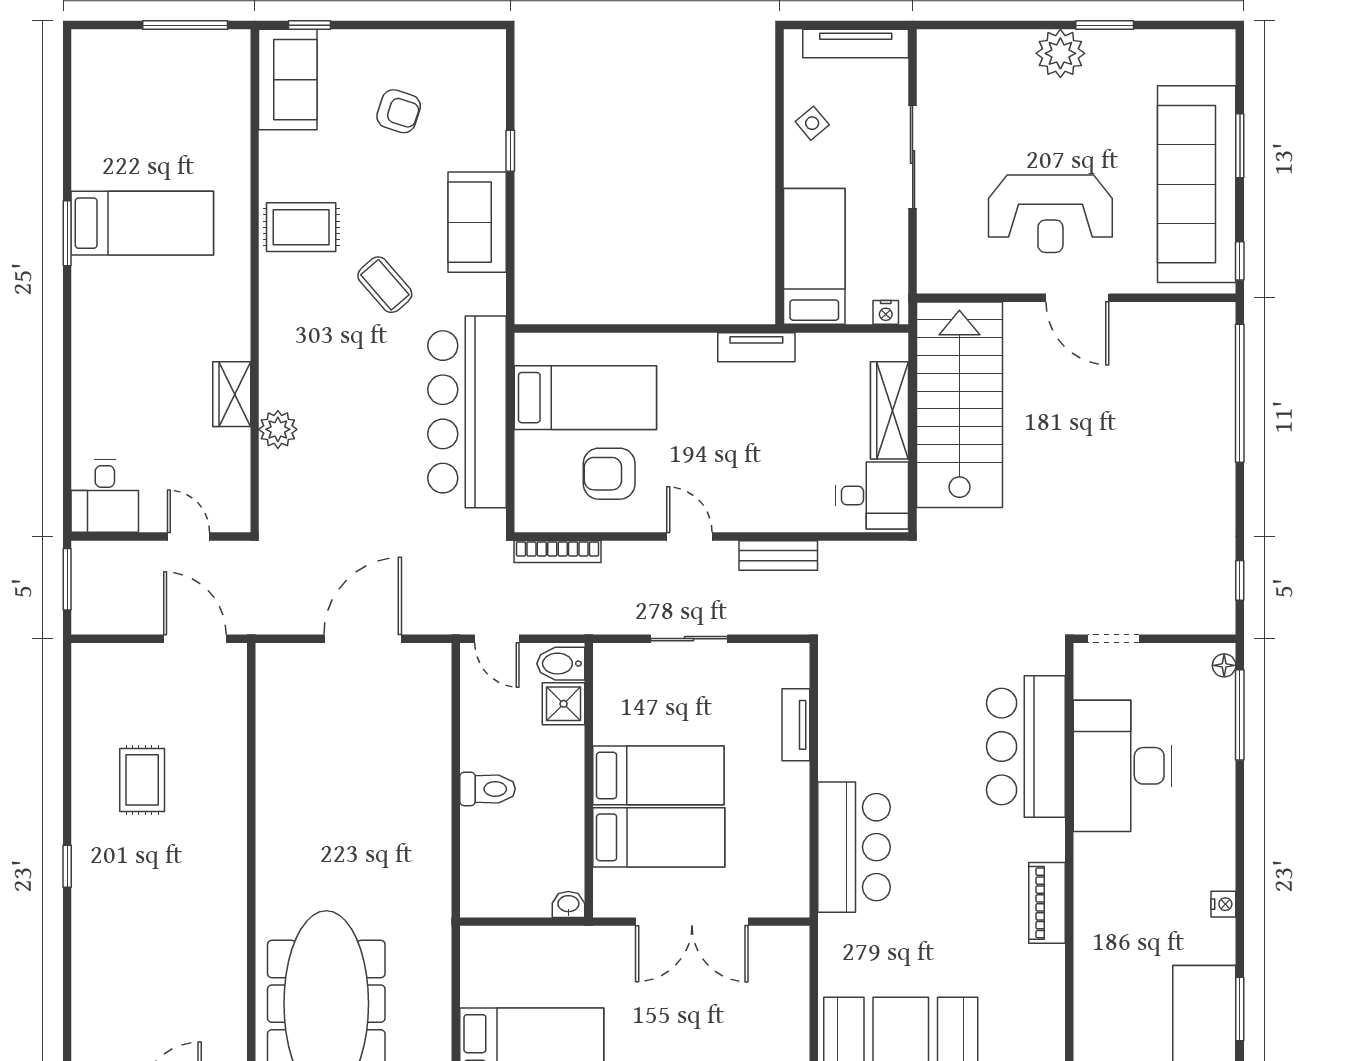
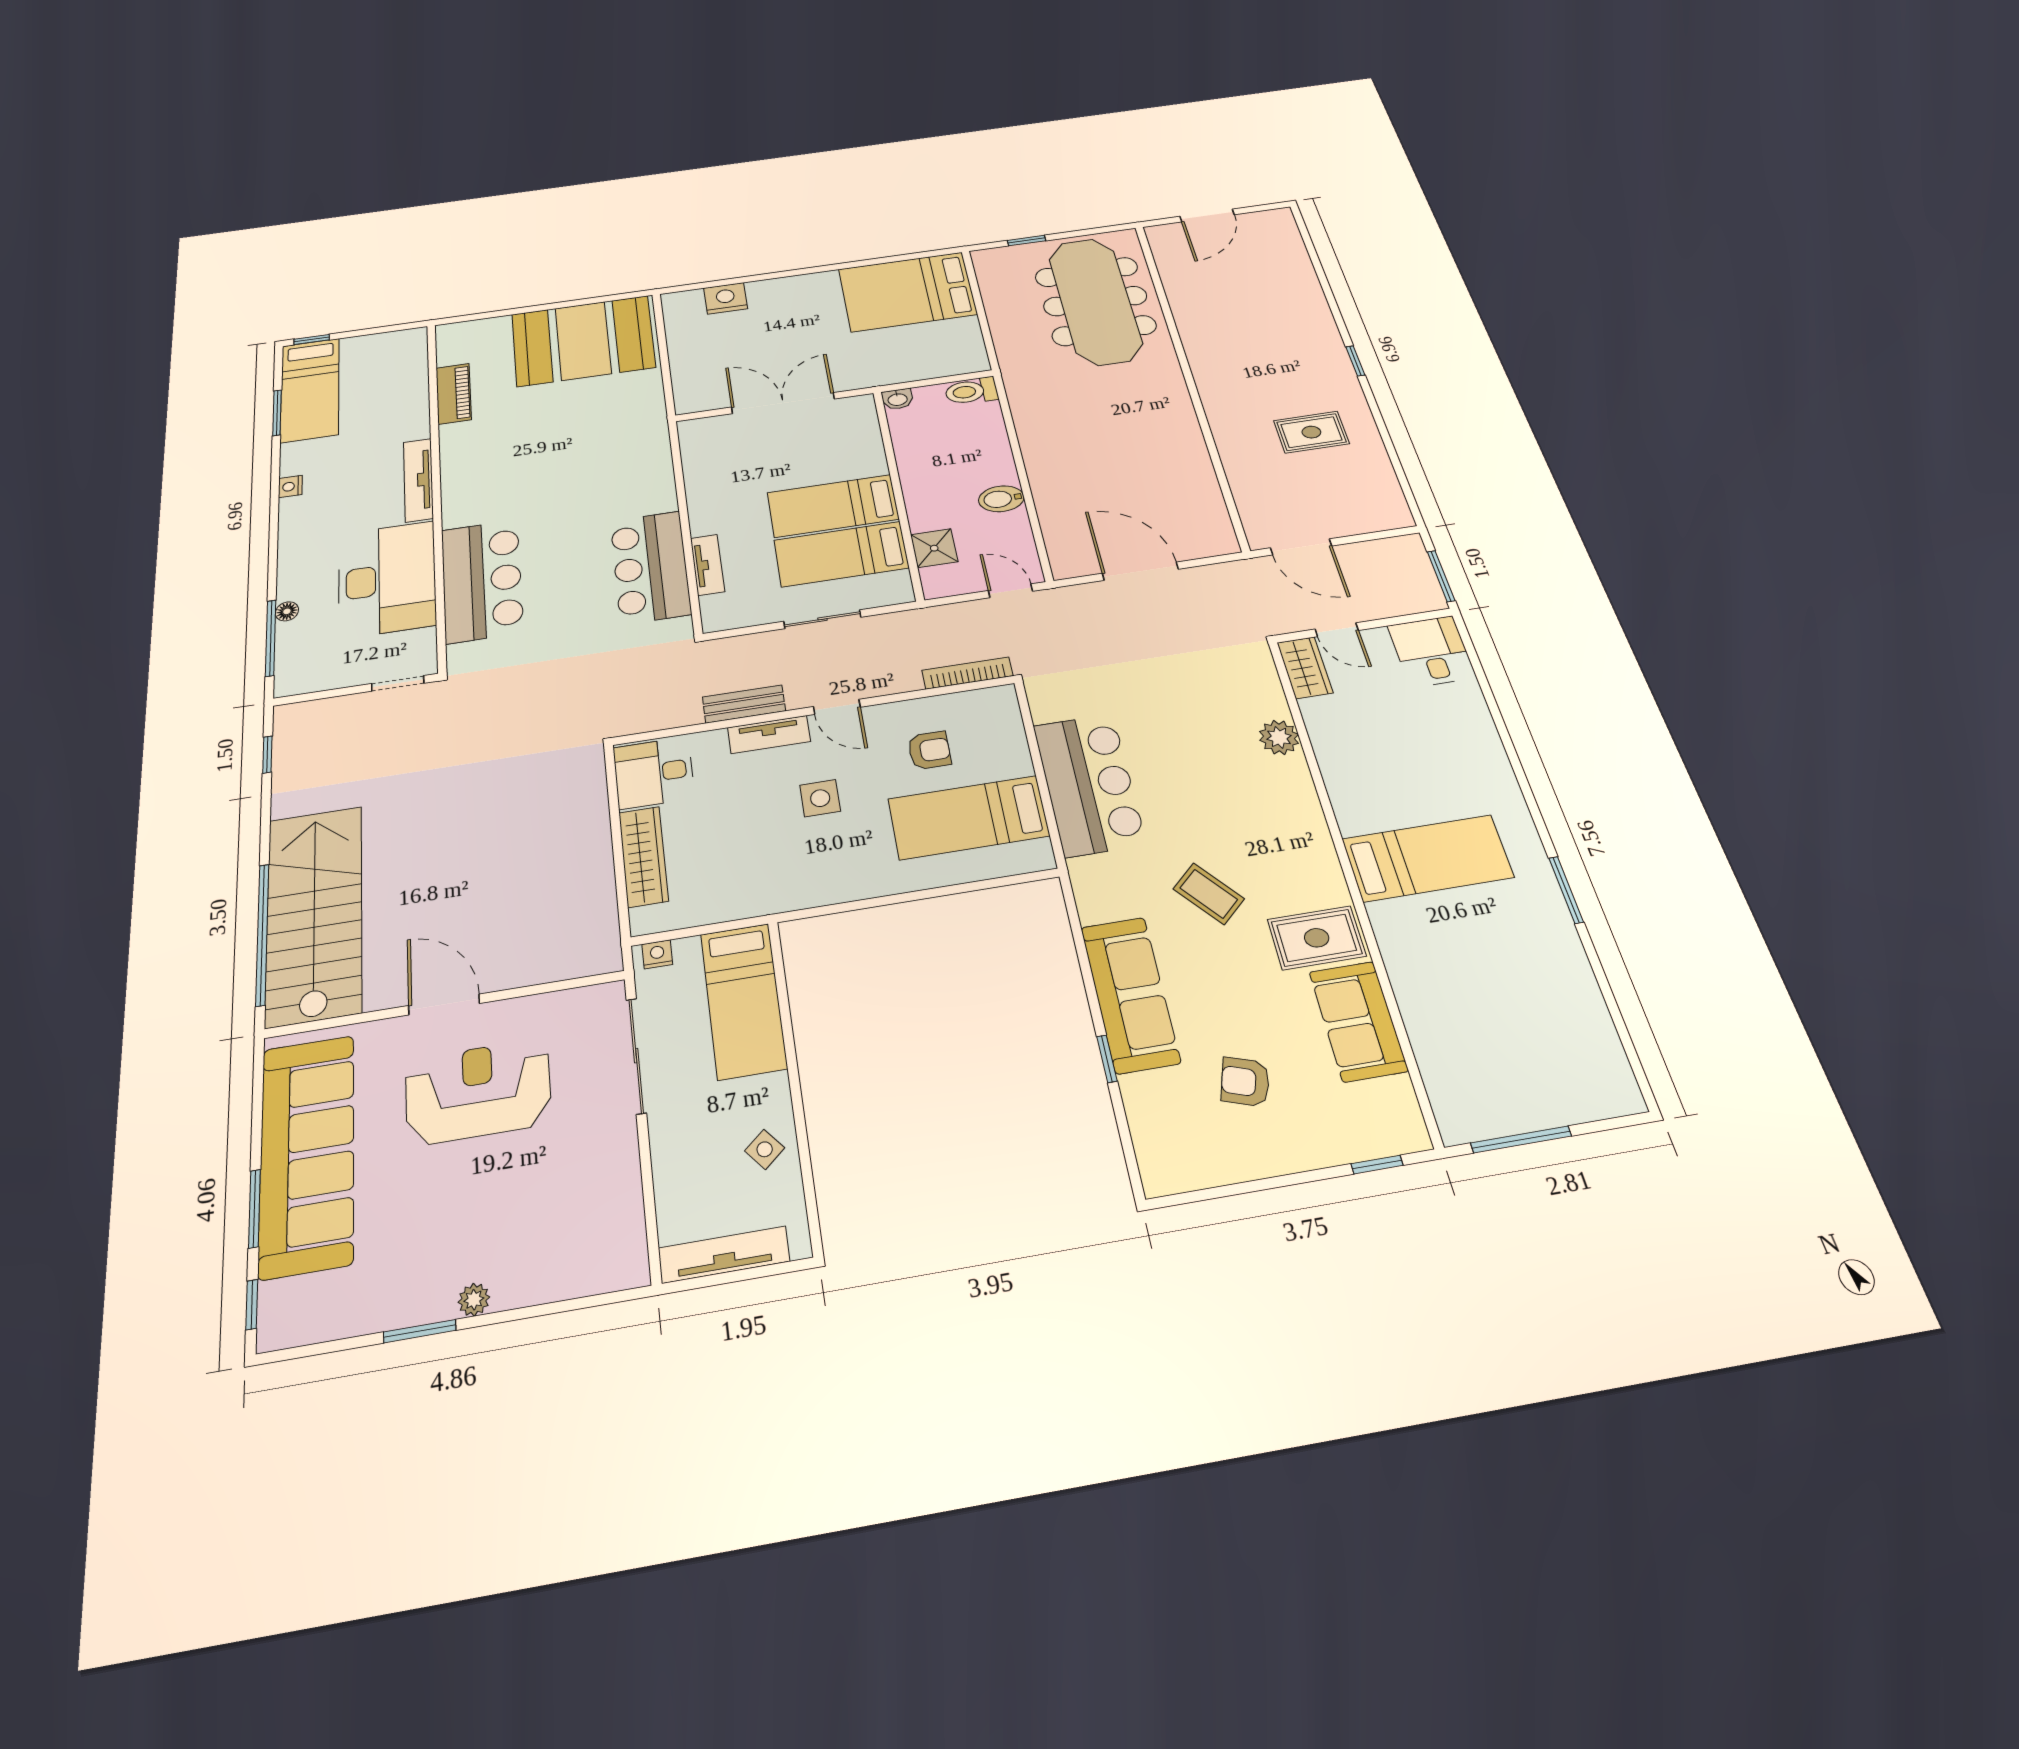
plant: (1060, 53) -> (474, 1300), width x0.53, depth x0.53
sofa: (288, 80) -> (1358, 1021), moved
sliding door: (913, 157) -> (636, 1056), moved
sofa: (477, 222) -> (1130, 994), width x1.36
bed: (142, 223) -> (1428, 858), moved, turned 180
window: (1240, 261) -> (252, 1305), moved
tv unit: (756, 347) -> (769, 734), moved, turned 180
wardrobe: (232, 394) -> (1305, 668), moved
stairs: (959, 405) -> (314, 914), moved, turned 180
bar counter: (467, 412) -> (1089, 784), width x0.73
side table: (719, 441) -> (820, 798), added
armchair: (609, 474) -> (929, 750), width x0.72, depth x0.72
door: (363, 639) -> (1140, 571), swing flipped
bidet: (561, 664) -> (1001, 499), moved, turned 180
floor lamp: (1224, 665) -> (287, 611), moved
rug: (142, 780) -> (1311, 432), turned 90
toilet: (487, 789) -> (971, 391), moved
bed: (659, 837) -> (841, 554), moved
bar counter: (854, 847) -> (650, 567), moved
tv unit: (1088, 888) -> (418, 480), added
piano: (1047, 903) -> (454, 394), moved

